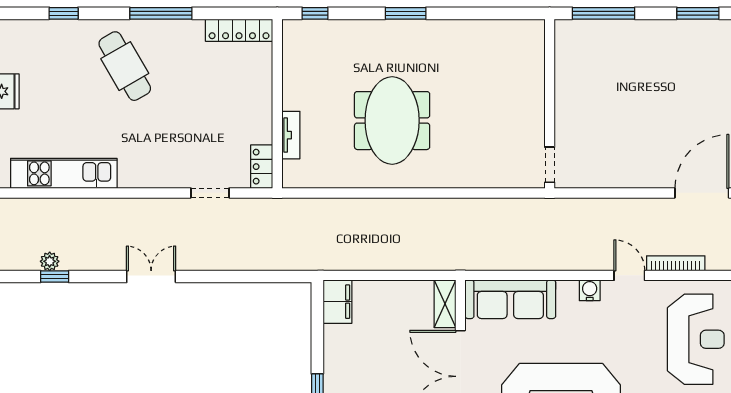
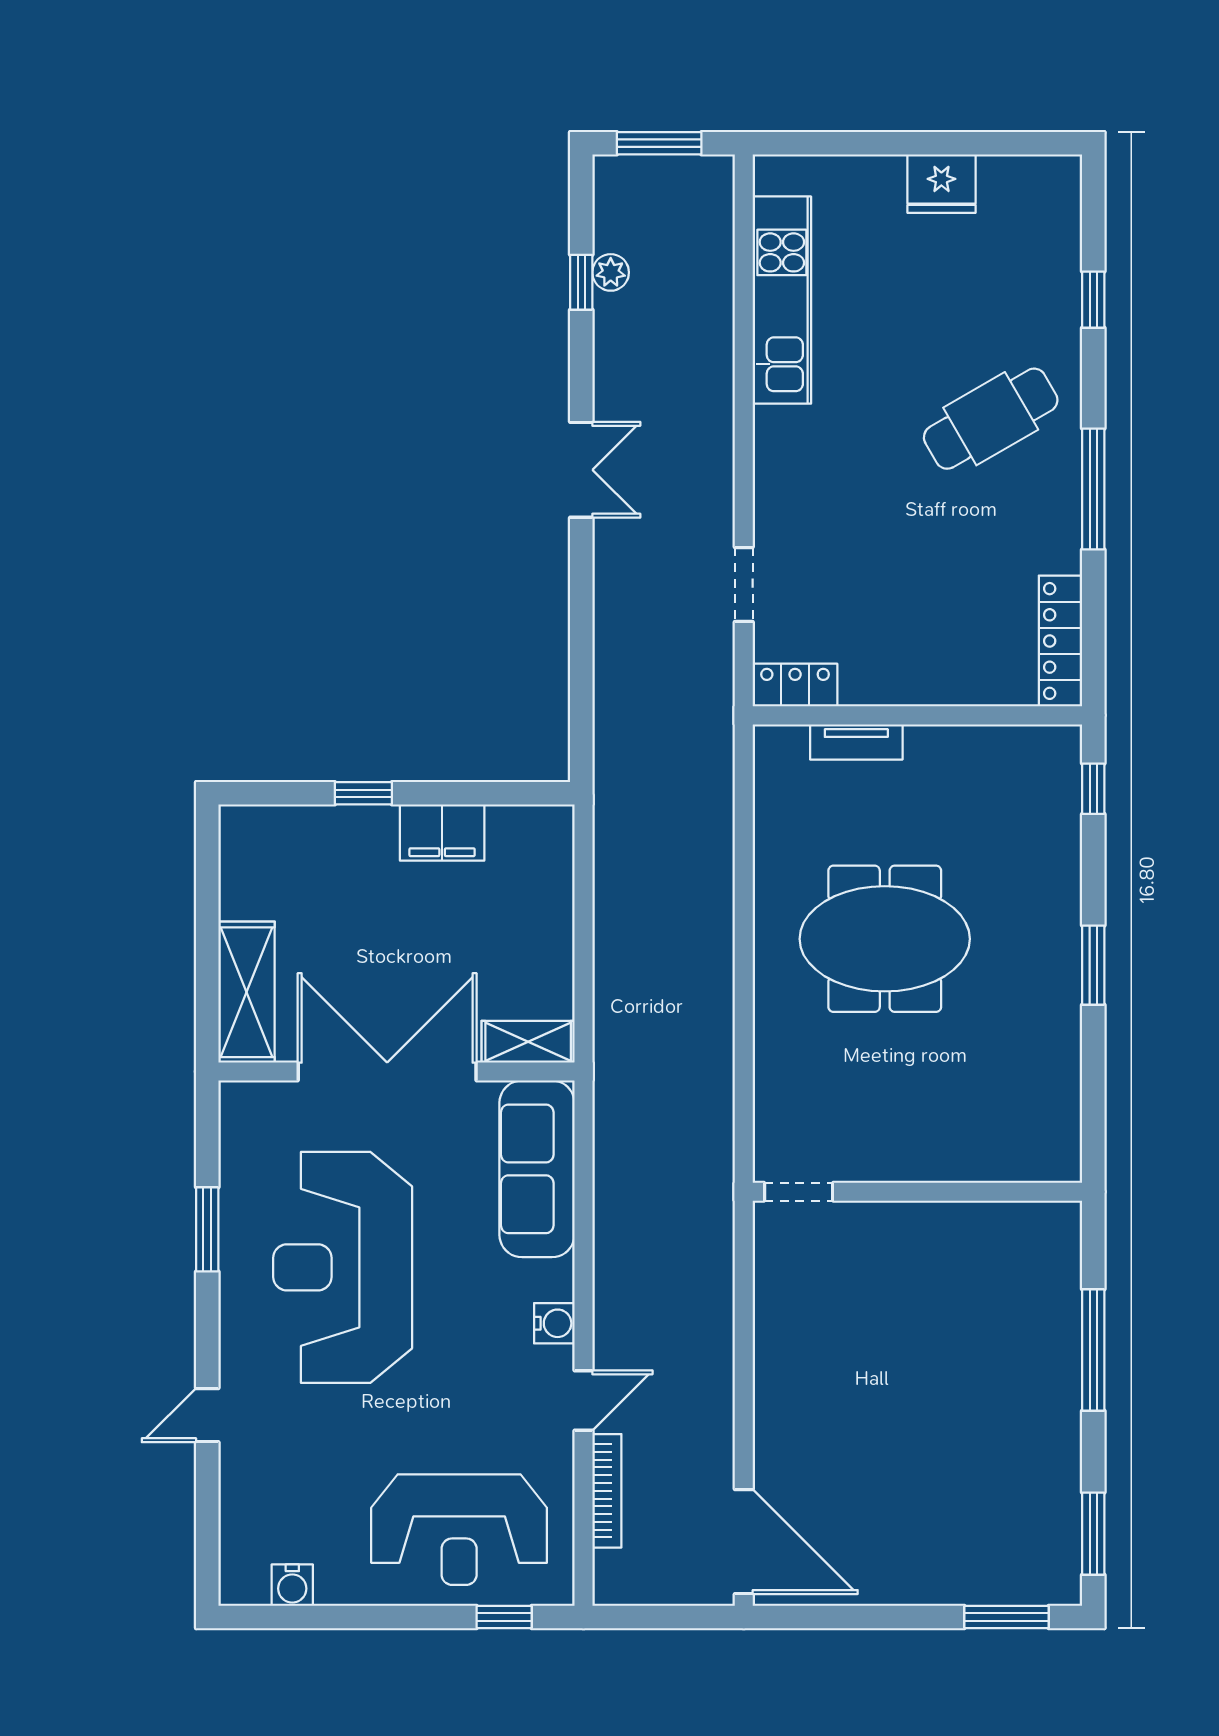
wall: (550, 104) -> (917, 1192), moved
doorway: (550, 165) -> (799, 1192), moved
filing cabinet: (337, 302) -> (442, 833), moved

